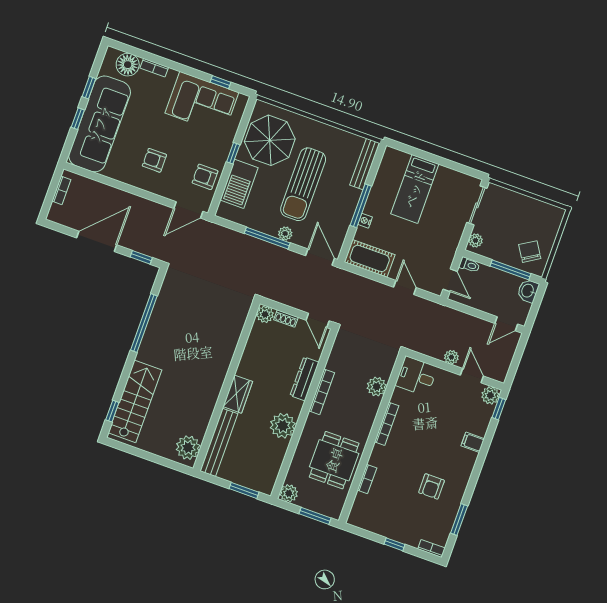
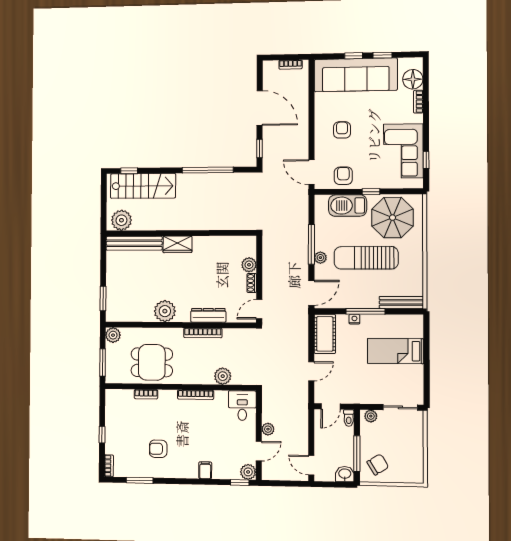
wall: (227, 386) -> (181, 233), moved
wardrobe: (238, 394) -> (177, 244), moved
bench: (219, 442) -> (134, 243), moved
plant: (188, 448) -> (121, 220), moved

